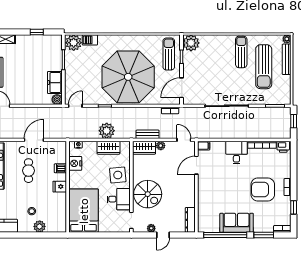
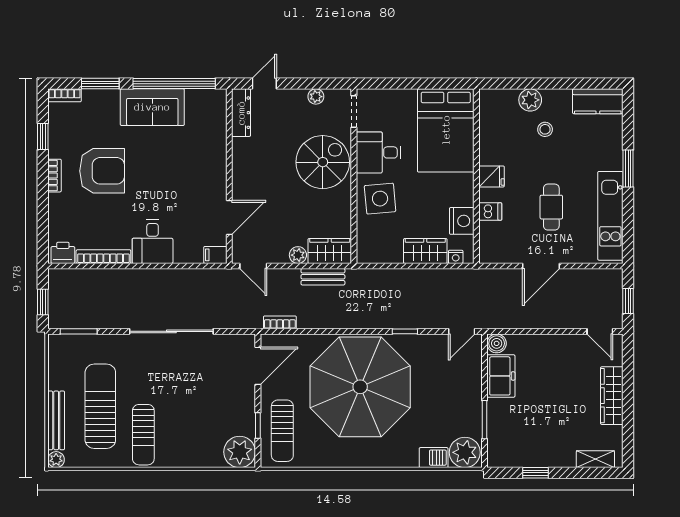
plant: (107, 131) -> (401, 284), removed
wardrobe: (108, 148) -> (425, 251), moved
spiral stairs: (148, 194) -> (323, 162), turned 90
door: (163, 235) -> (264, 84), moved

